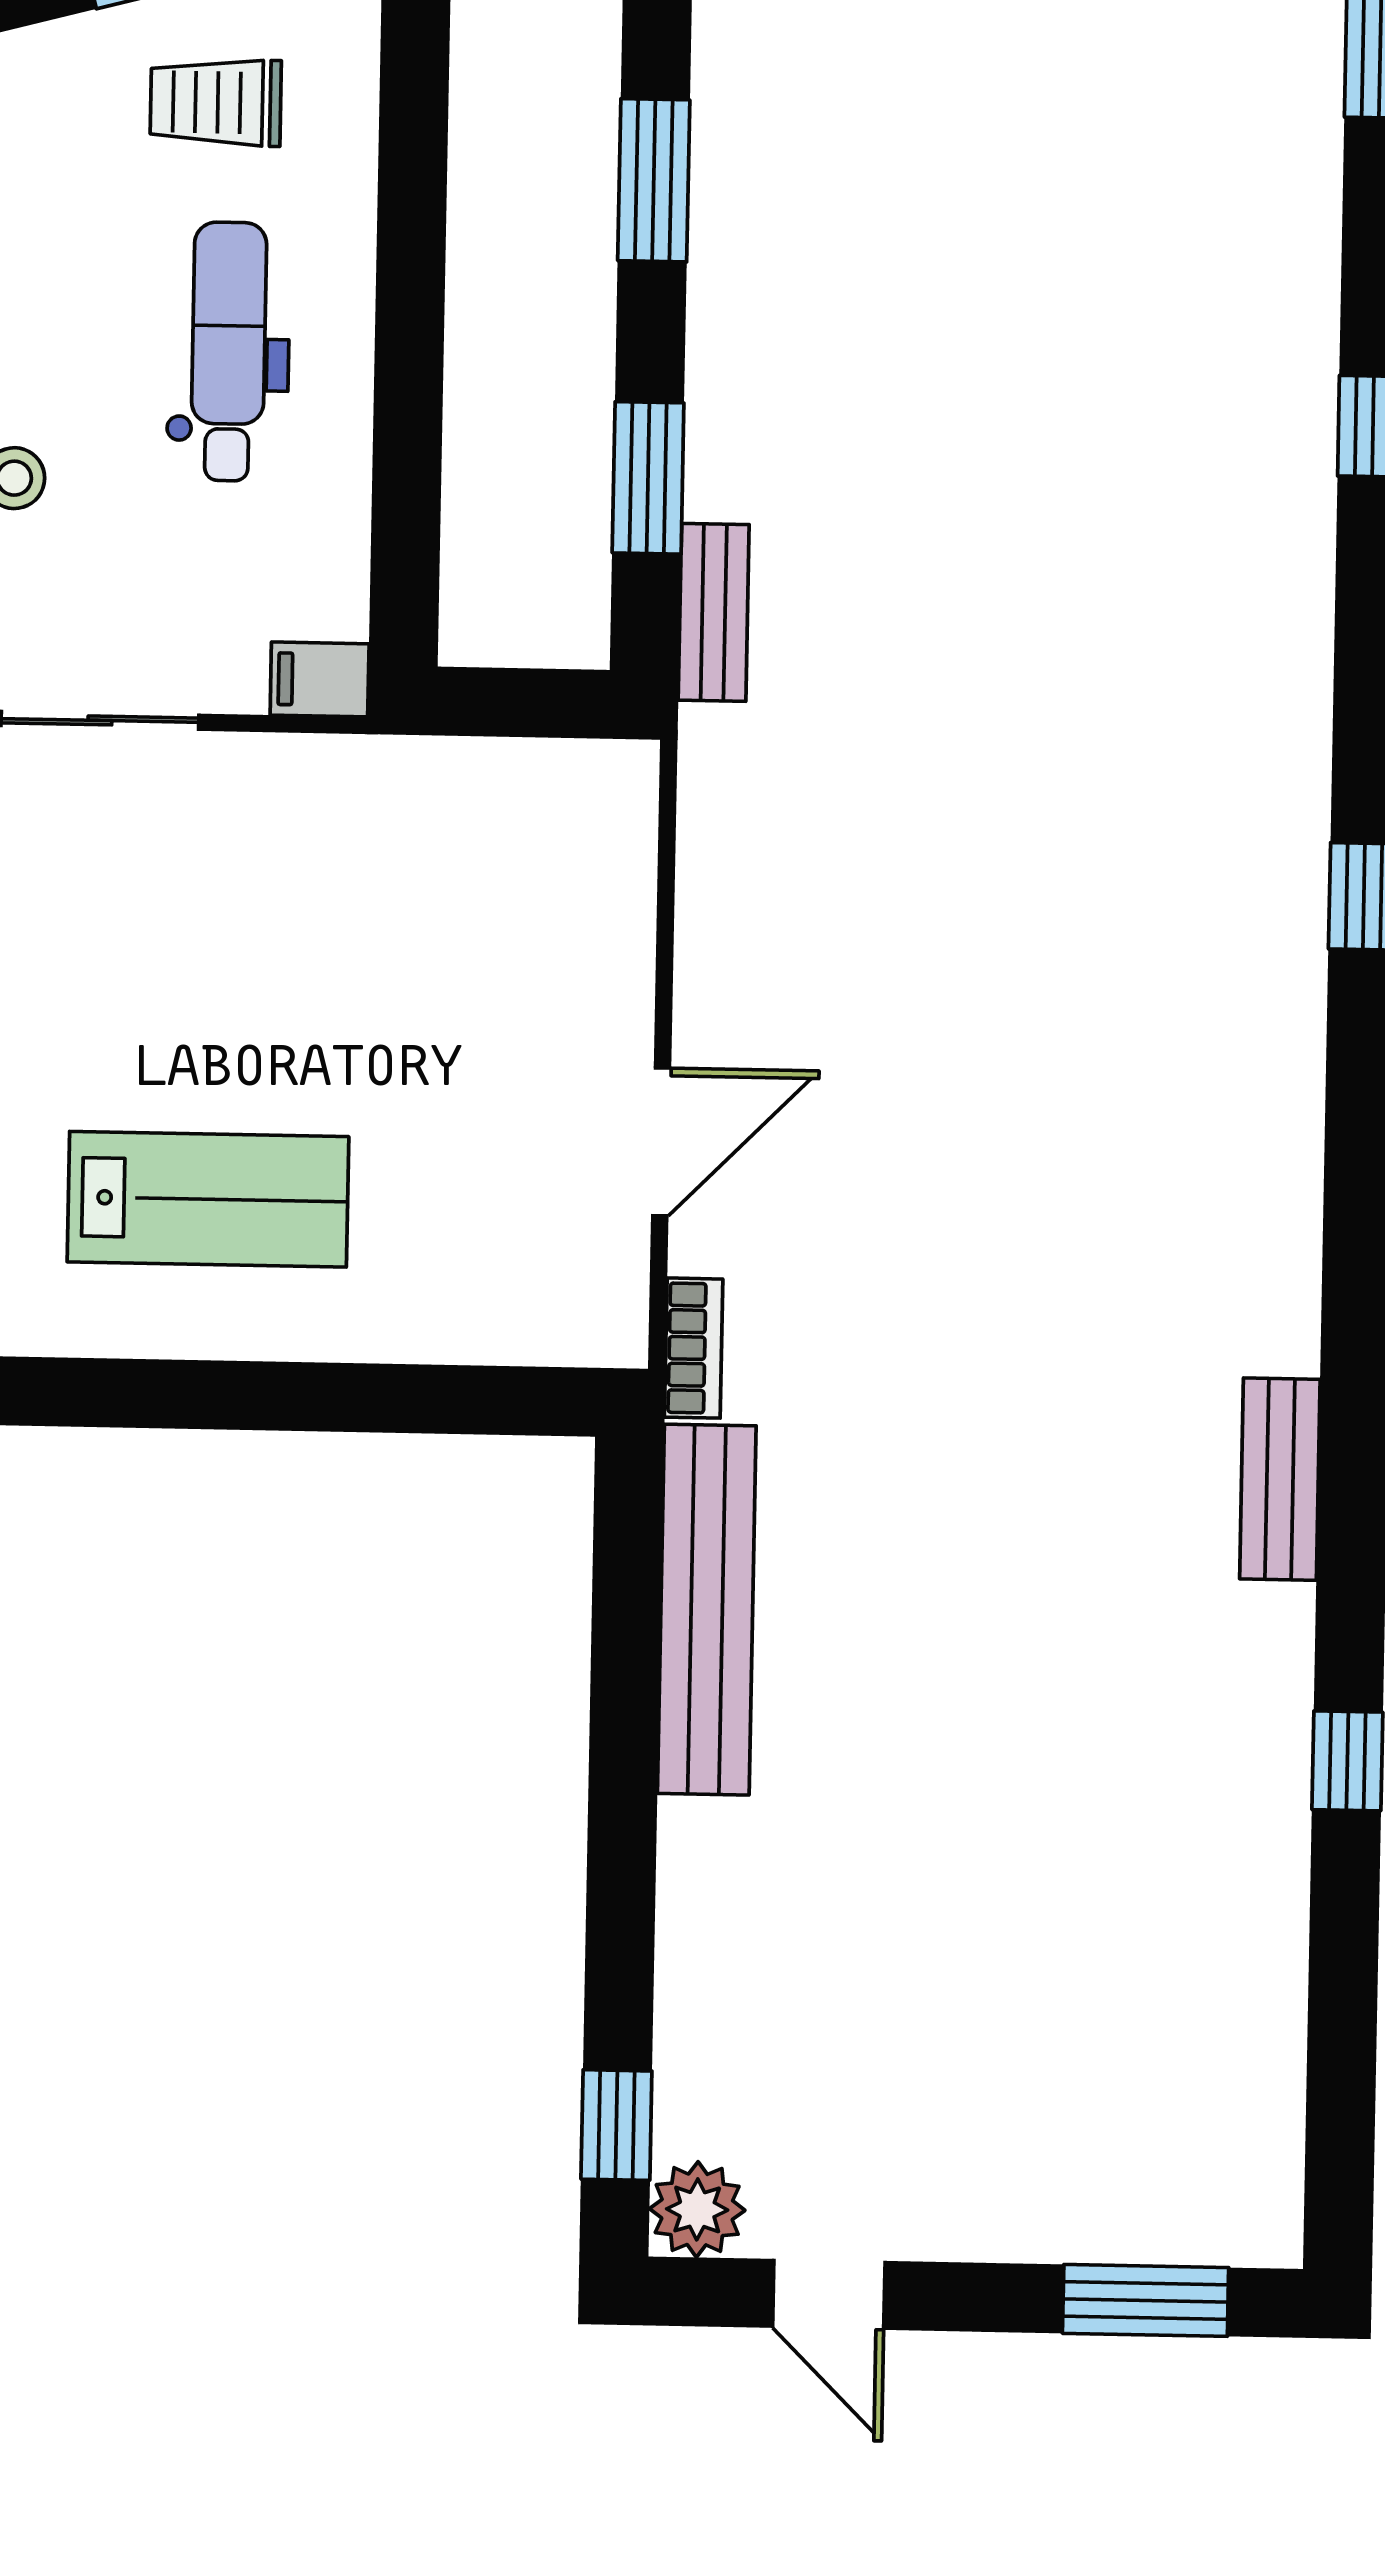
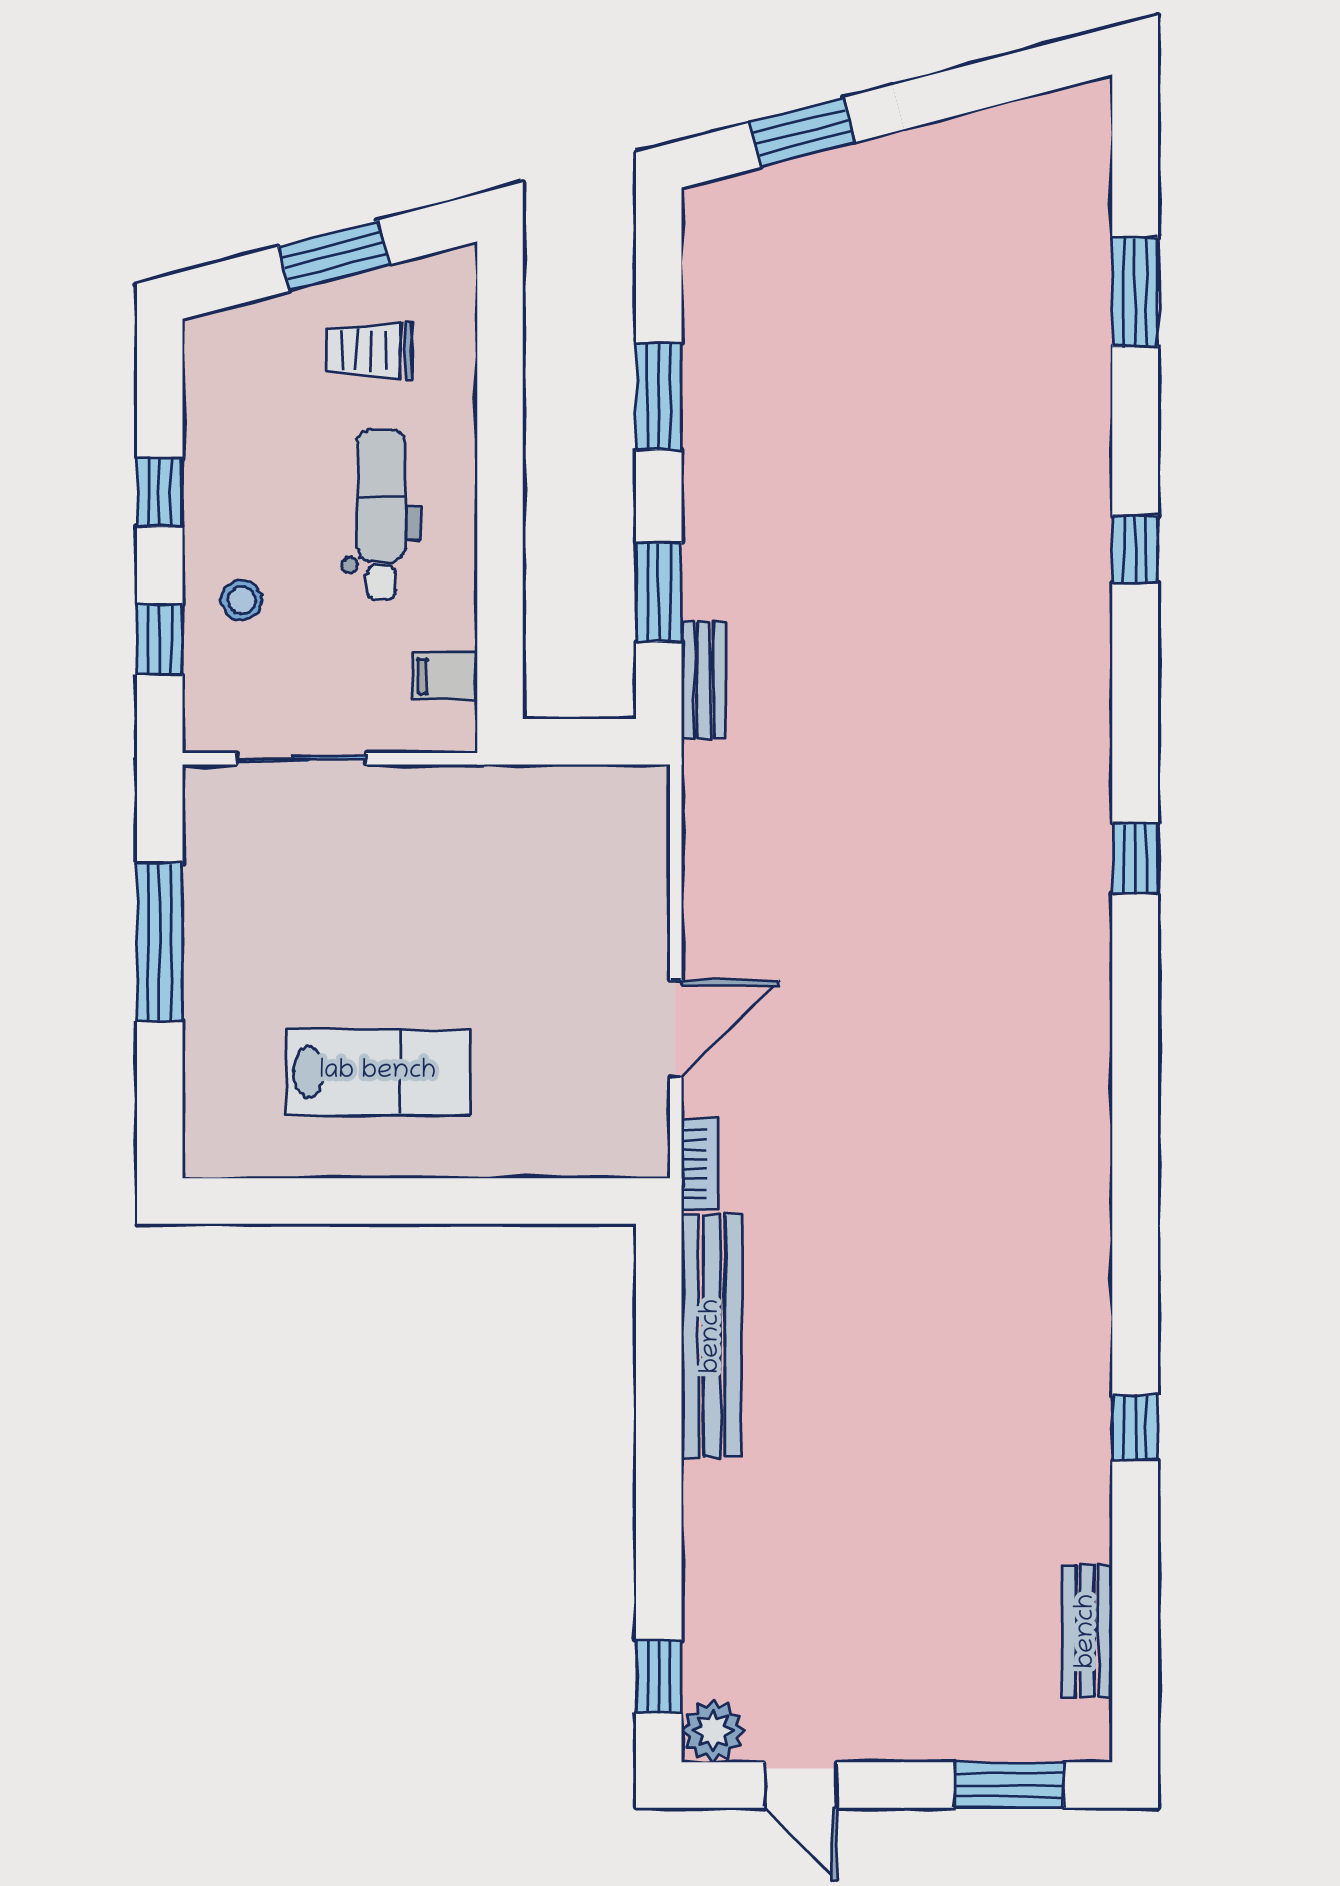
filing cabinet: (320, 679) -> (445, 676), moved
bench: (1280, 1479) -> (1087, 1631), moved

